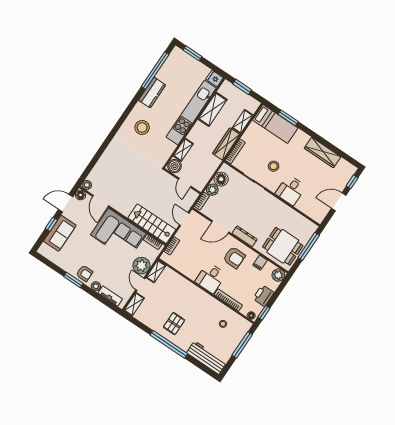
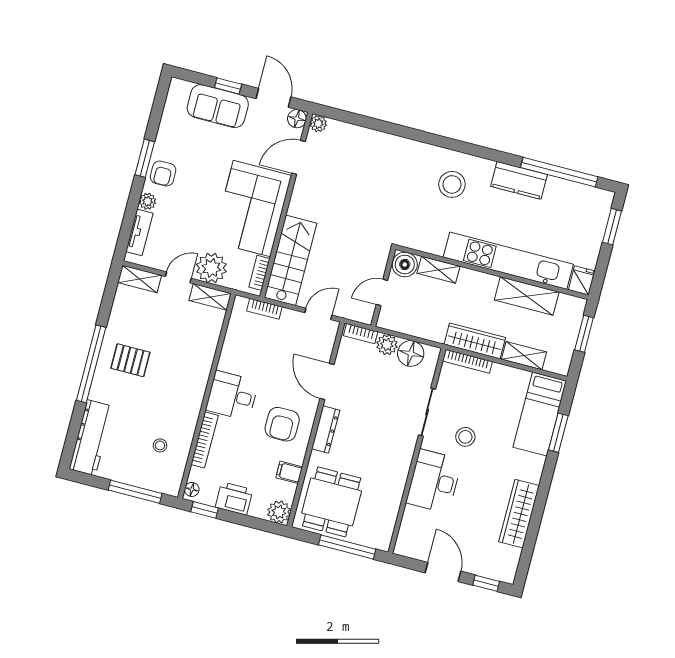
desk: (291, 190) -> (434, 481), width x1.37

